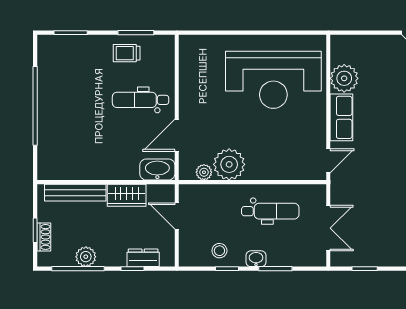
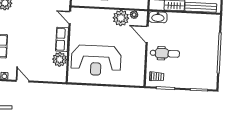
trolley: (127, 53) -> (157, 77), moved
reception desk: (273, 80) -> (96, 60), turned 180
door: (177, 135) -> (147, 34), swing flipped
door: (328, 161) -> (70, 17), hinge flipped

